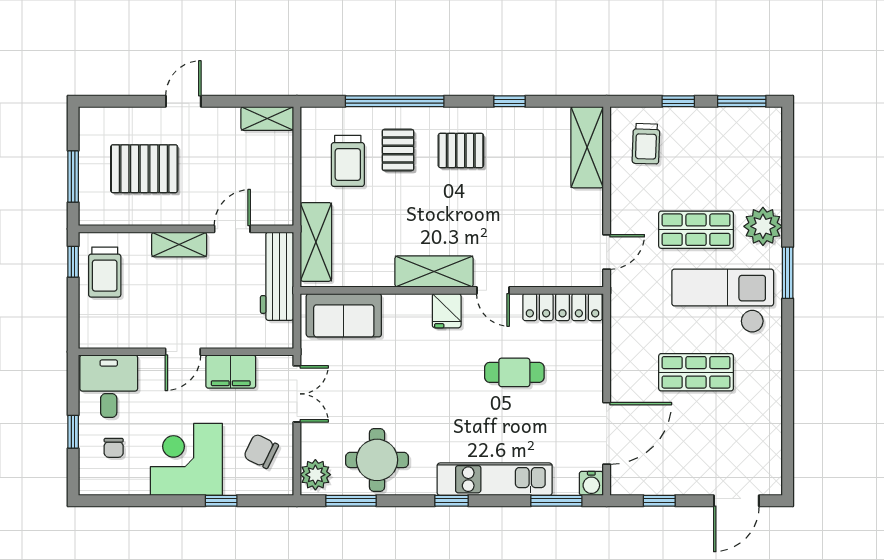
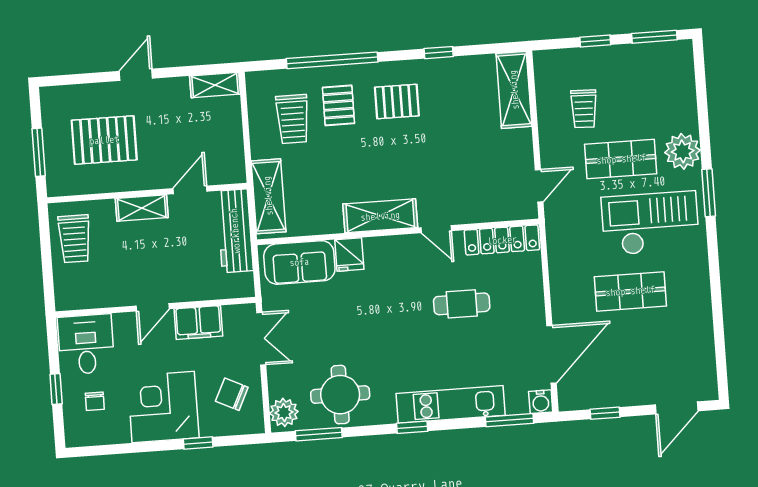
trolley: (646, 144) -> (584, 109), moved
window: (73, 262) -> (44, 231), removed
fridge: (447, 311) -> (349, 255), moved

